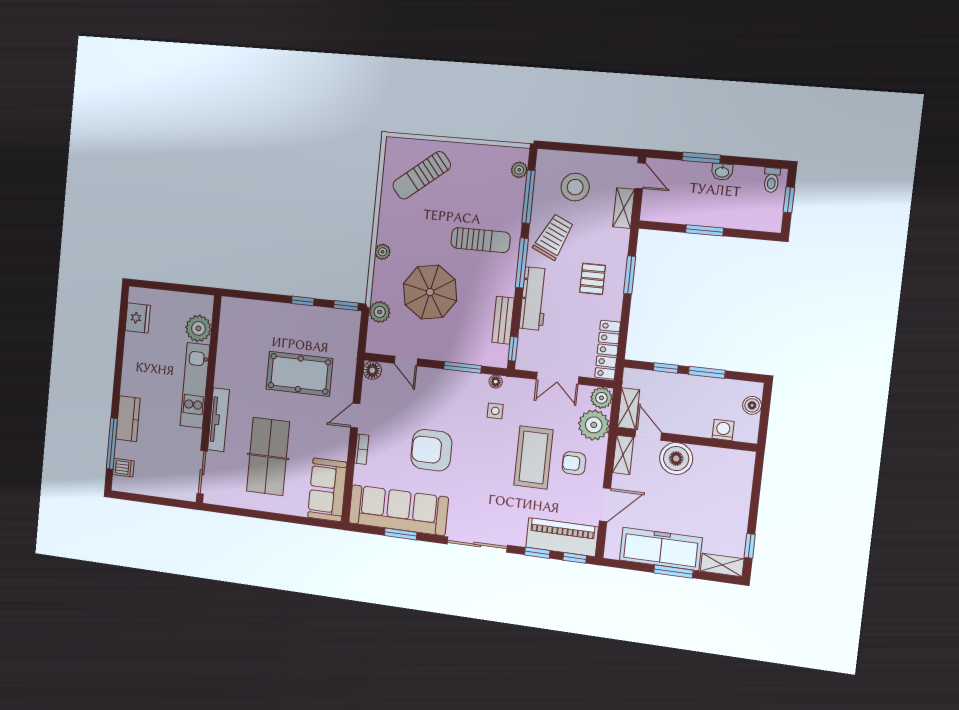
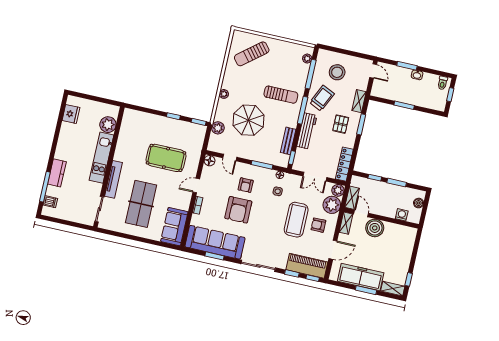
shelving: (624, 208) -> (359, 101), moved
armchair: (439, 406) -> (246, 185), added
armchair: (431, 450) -> (238, 210), turned -90

